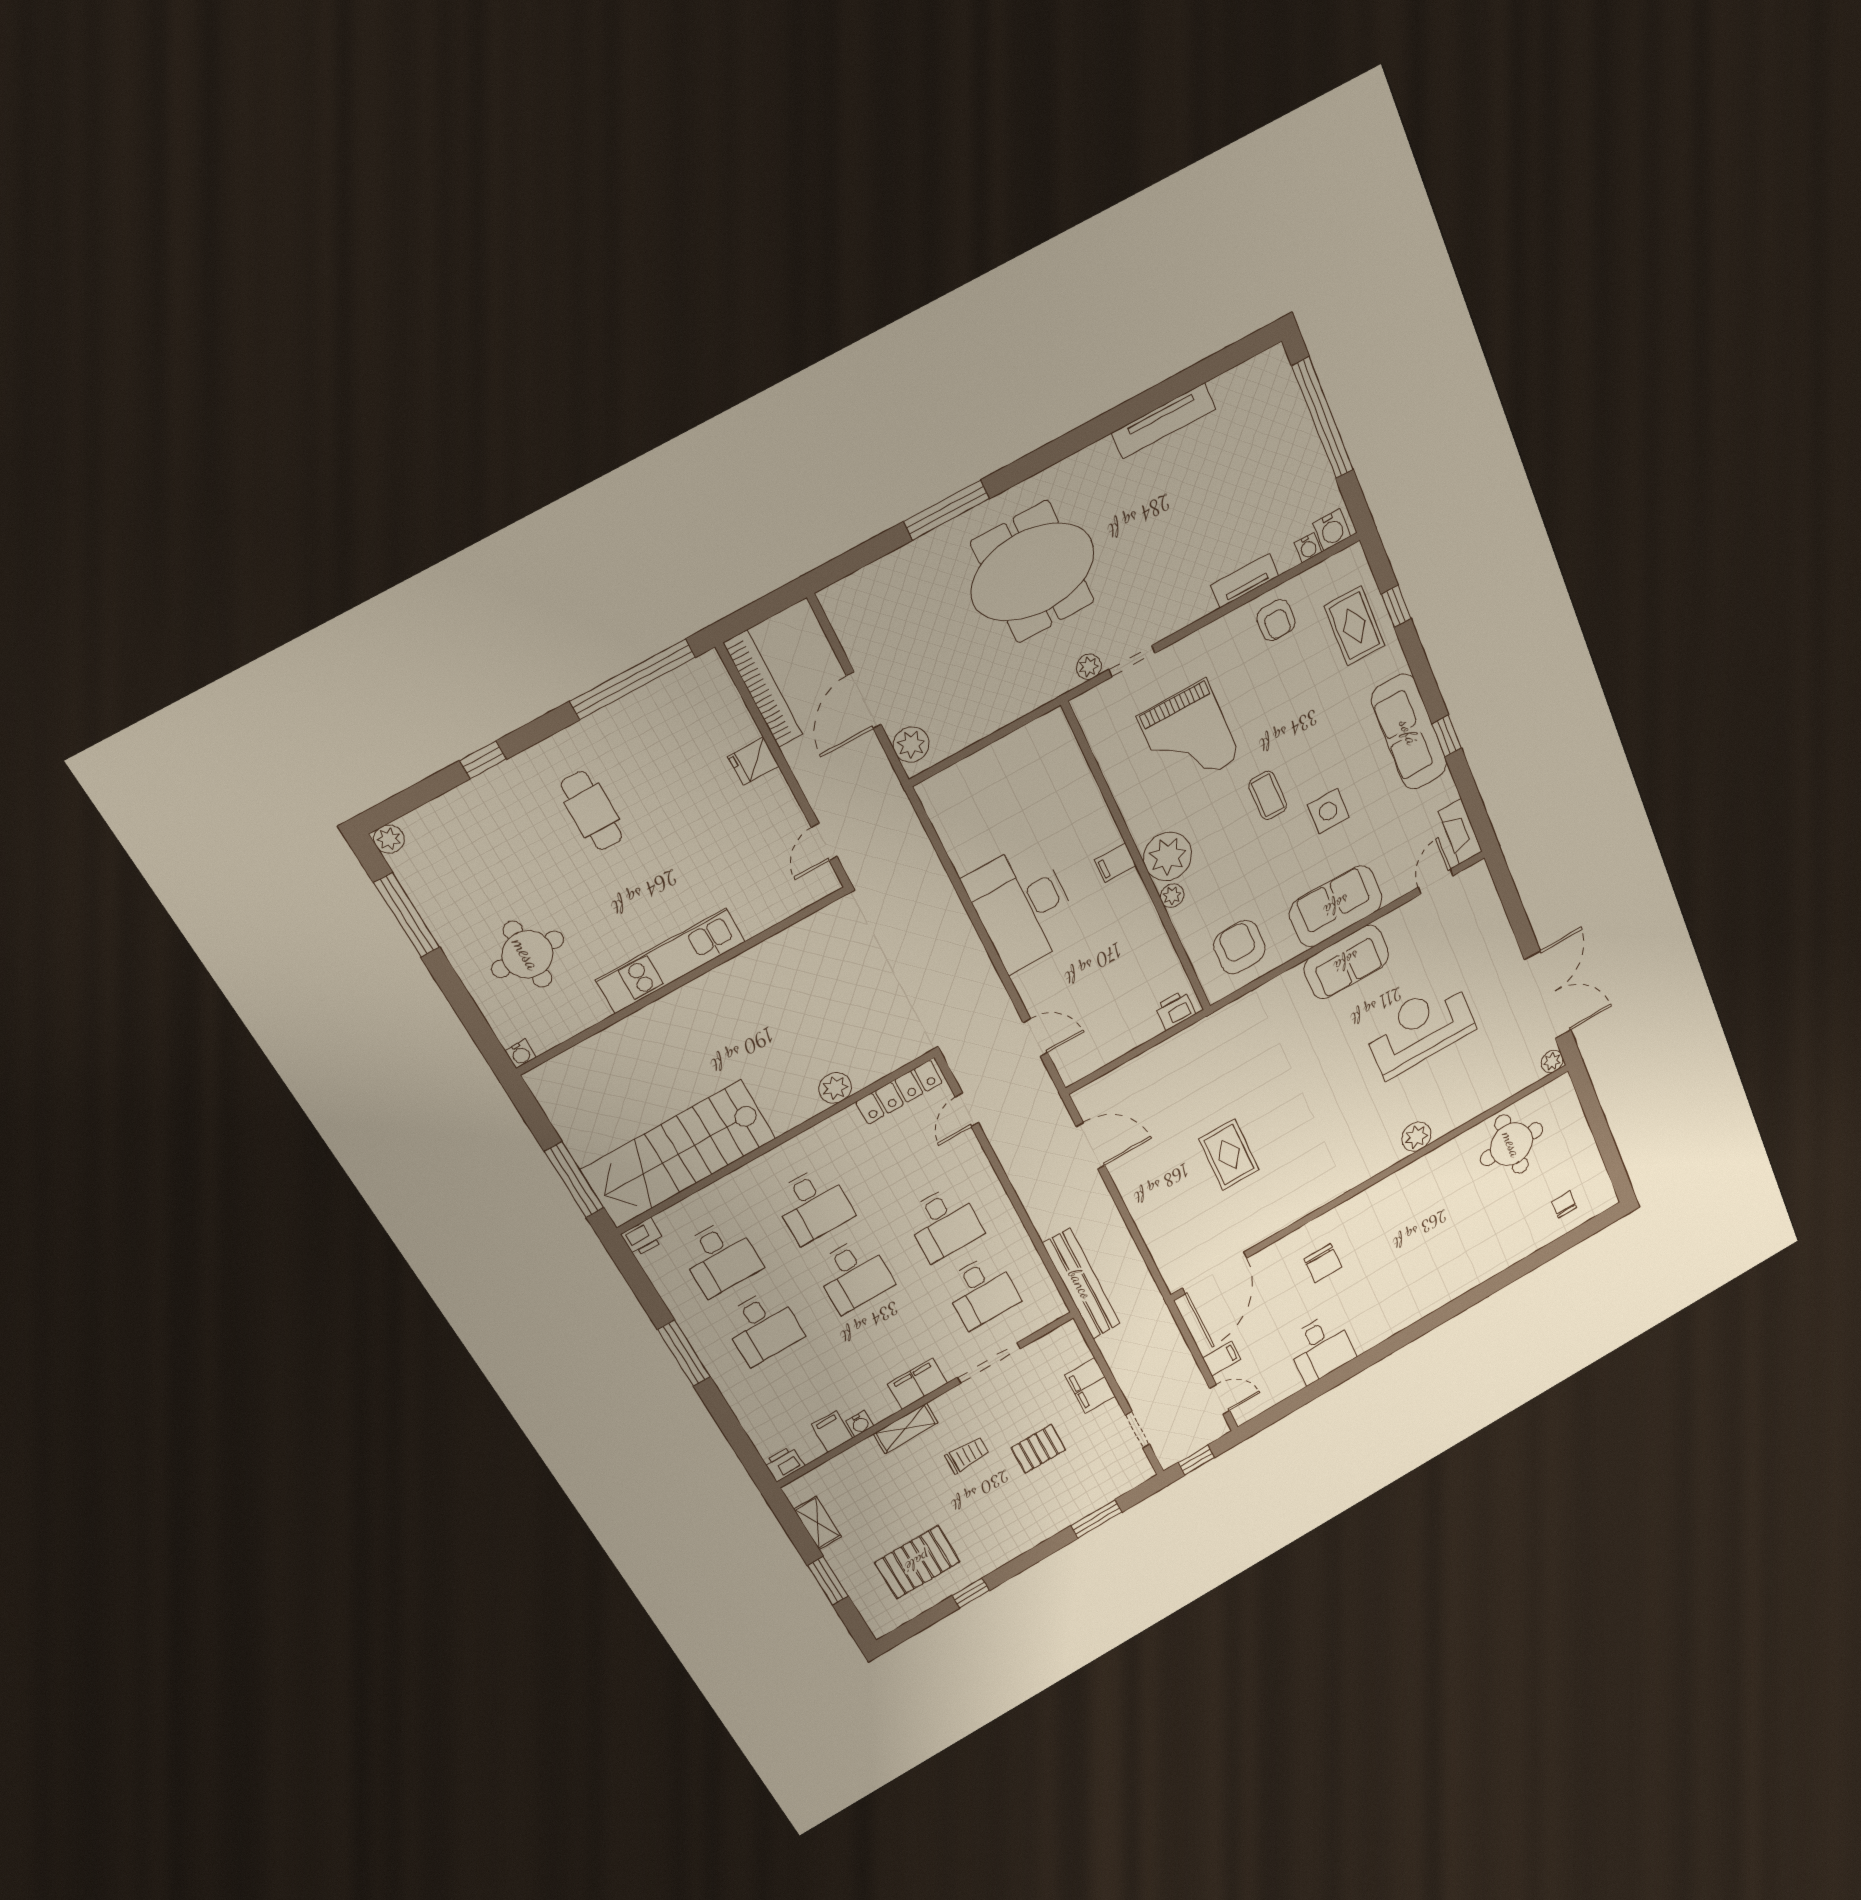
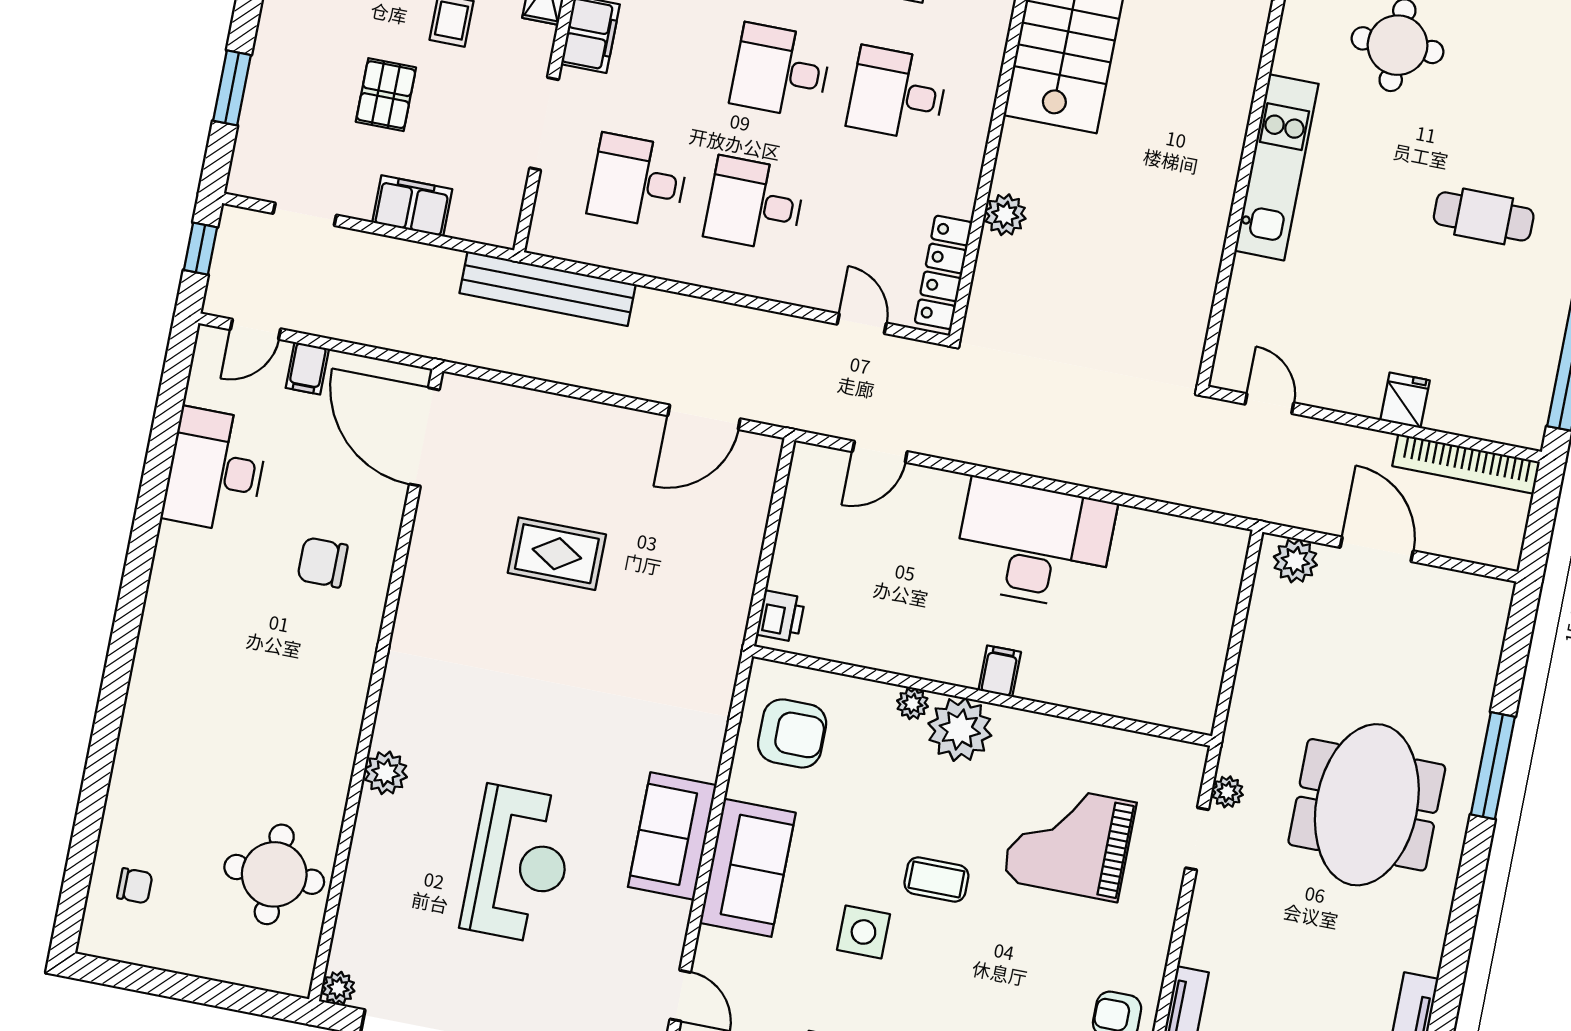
desk: (1321, 1348) -> (216, 470), width x1.37

